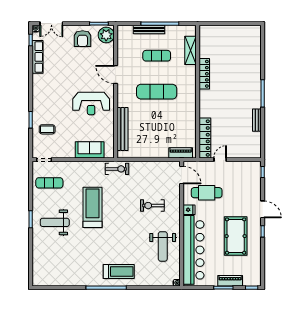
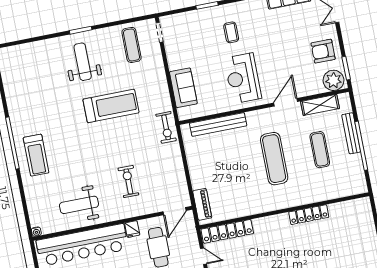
shelving: (191, 50) -> (320, 105), moved
coffee table: (47, 129) -> (231, 32), moved

